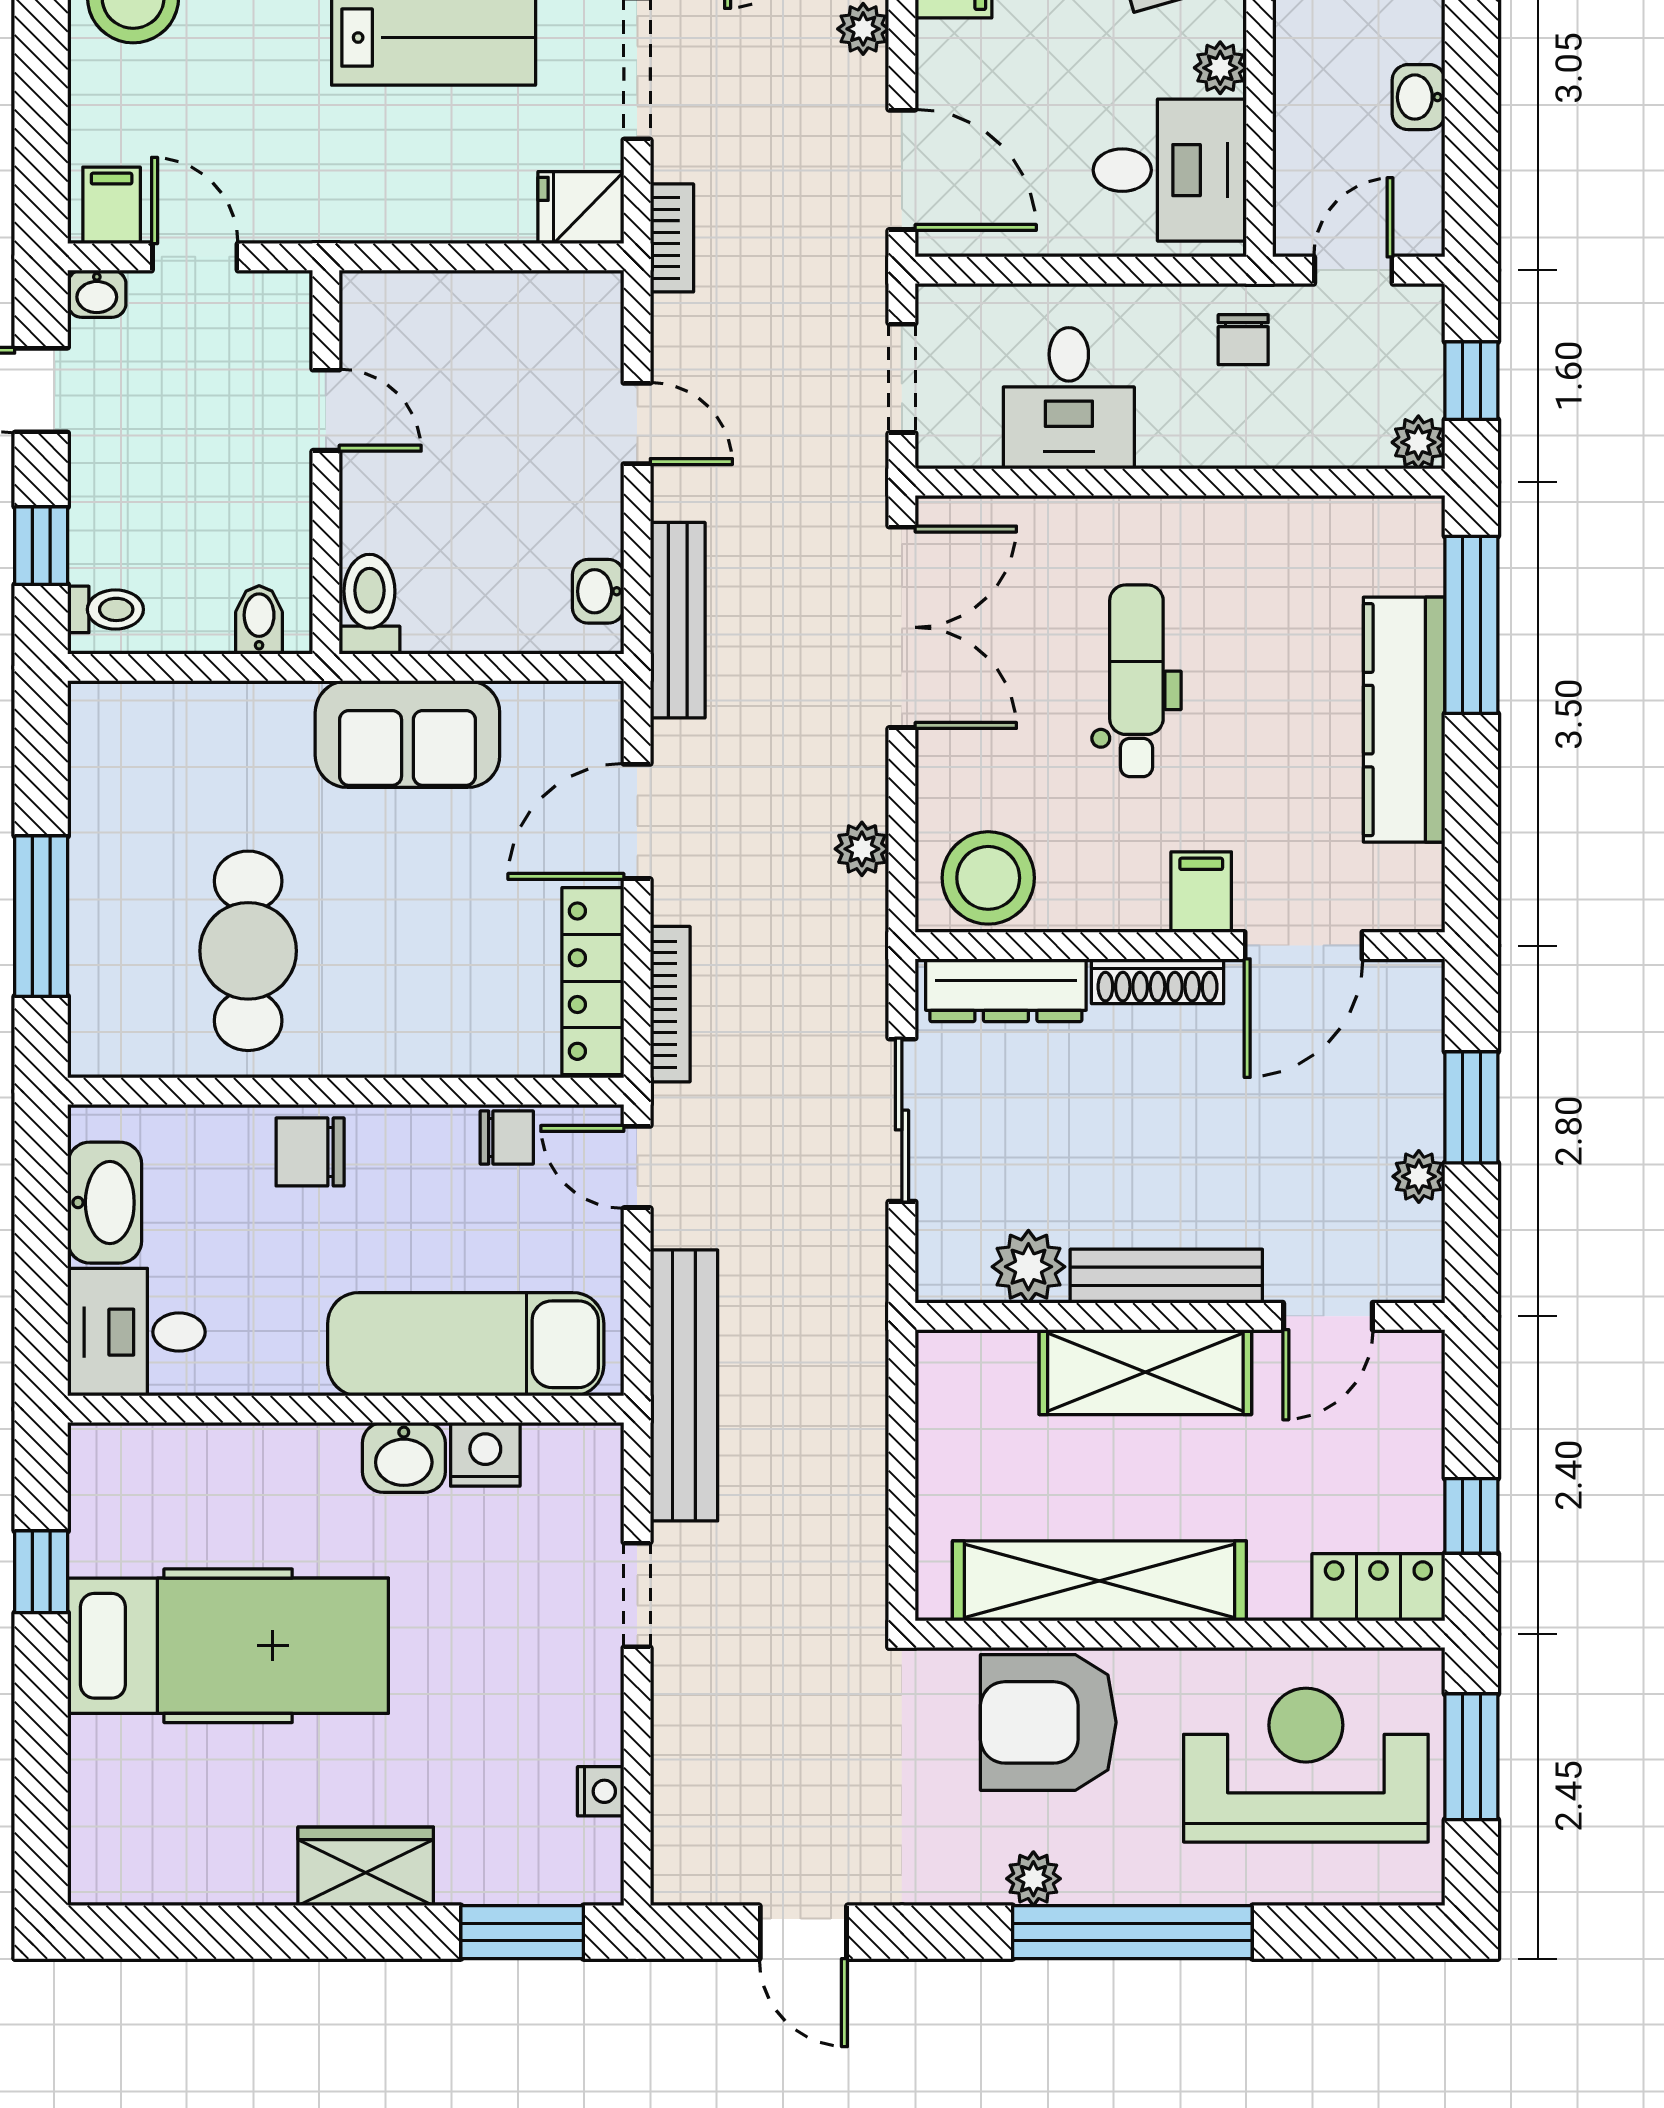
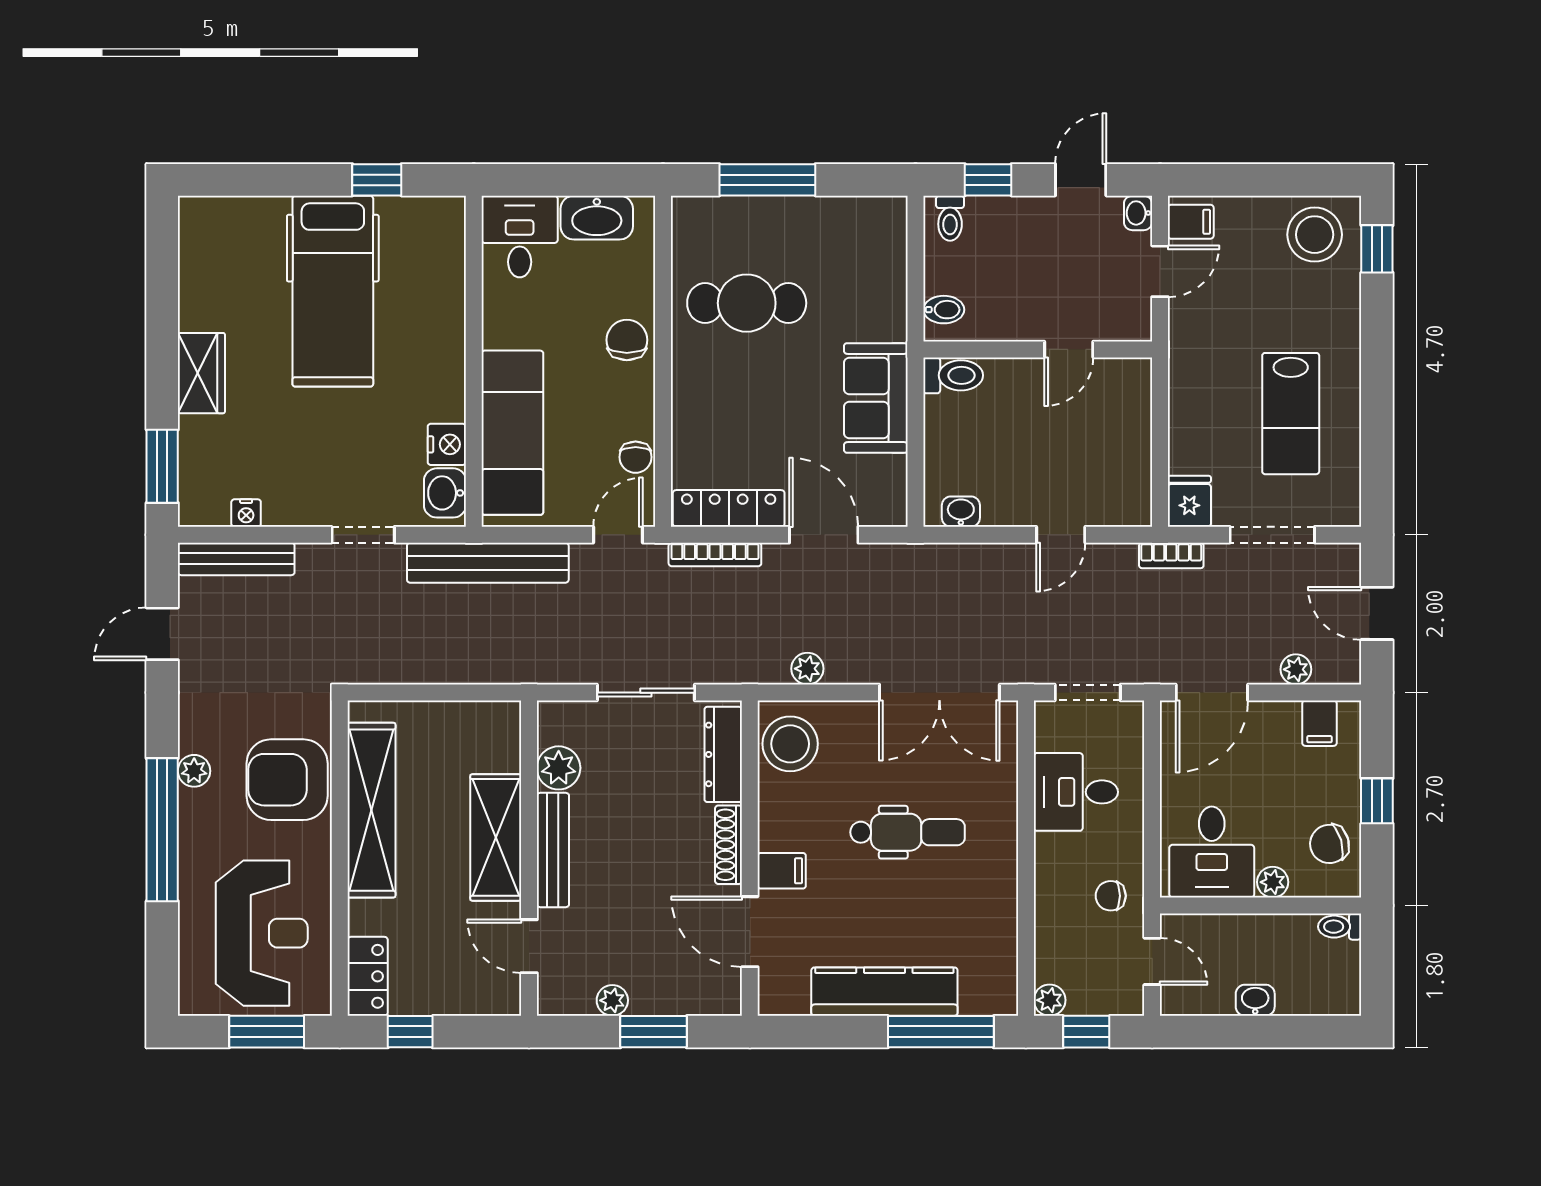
bench: (678, 620) -> (236, 559), moved
washbasin: (404, 1457) -> (445, 493), moved
armchair: (1048, 1722) -> (287, 780), turned -90

